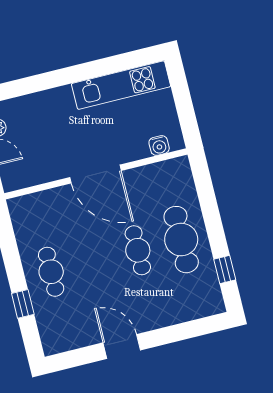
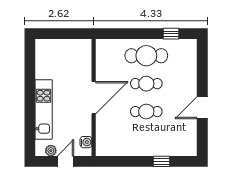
kitchen unit: (121, 85) -> (44, 110), moved
water cooler: (159, 146) -> (86, 142), moved
cafe table: (51, 272) -> (146, 112), moved

